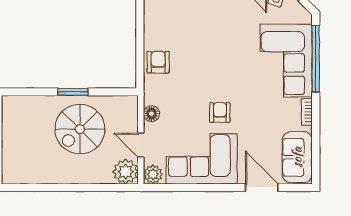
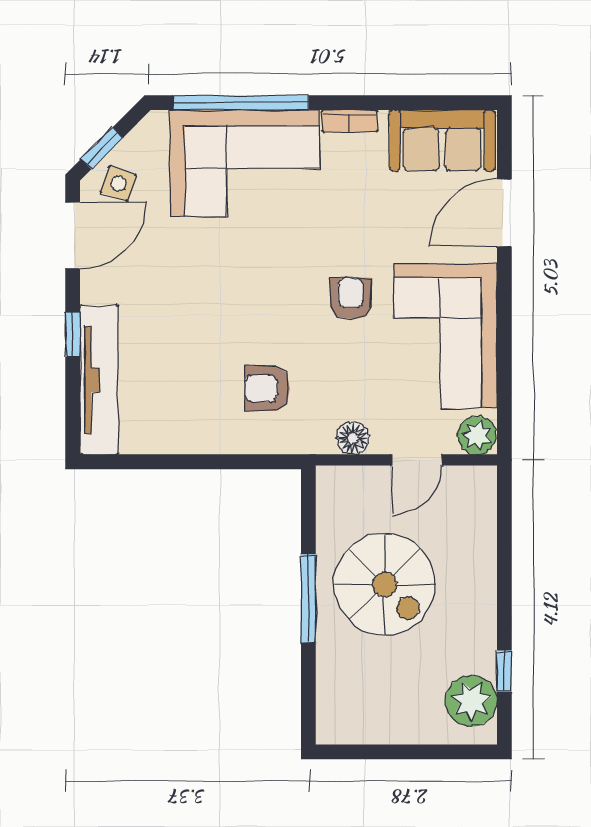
armchair: (158, 62) -> (267, 389), moved
window: (73, 92) -> (308, 598), width x1.44
armchair: (220, 112) -> (351, 298), turned 90
plant: (126, 172) -> (471, 701), moved
window: (38, 188) -> (504, 671), added

